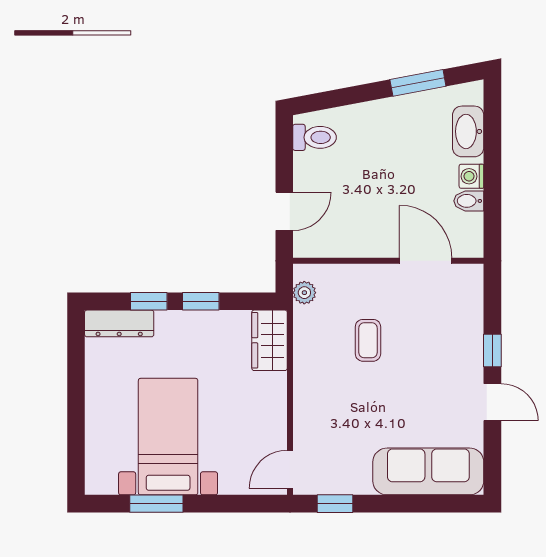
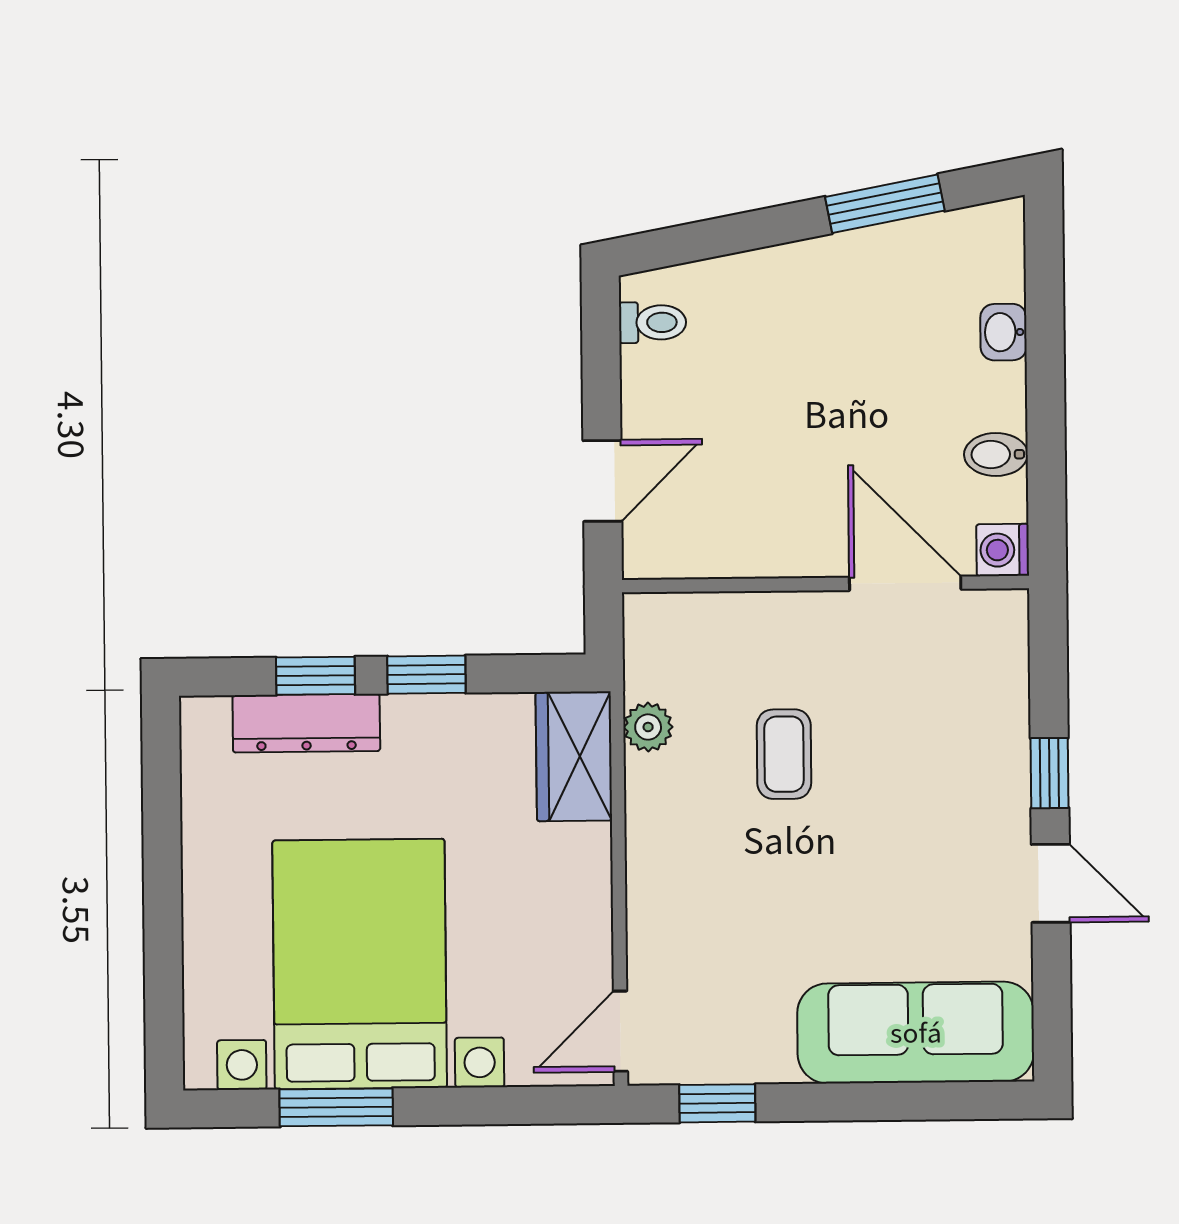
washbasin: (468, 131) -> (1003, 332), width x0.52, depth x0.69
toilet: (315, 137) -> (653, 322), width x0.73, depth x0.72
washing machine: (471, 176) -> (1003, 550), moved
plant: (304, 293) -> (648, 727), moved
dresser: (119, 323) -> (306, 723), moved
bed with nightstands: (168, 437) -> (360, 964), width x1.36

